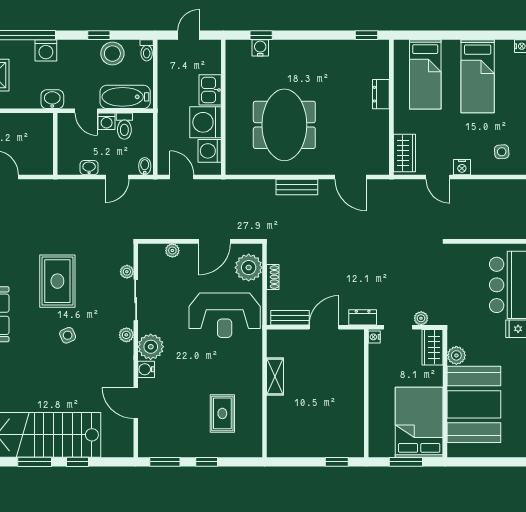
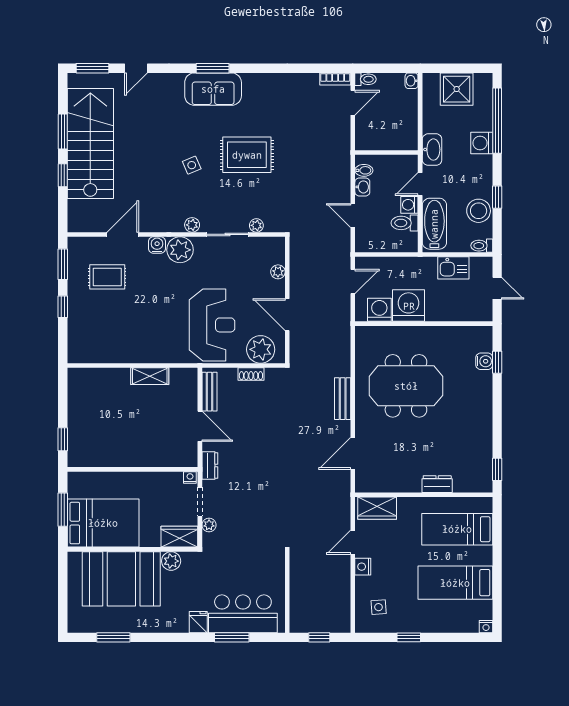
kitchen sink: (210, 90) -> (453, 268), moved, turned 180
washbasin: (52, 99) -> (432, 150), width x1.38
bidet: (145, 166) -> (364, 170), moved
reception desk: (225, 315) -> (212, 325), turned 180
rug: (222, 413) -> (107, 277), moved

